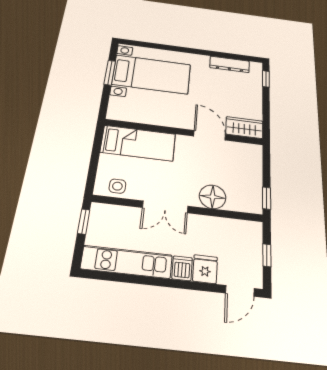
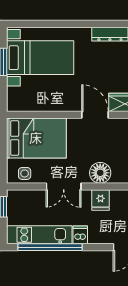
bed: (138, 143) -> (36, 138), width x1.50
fridge: (205, 269) -> (100, 200), moved, turned 180
window: (139, 280) -> (50, 247), added

